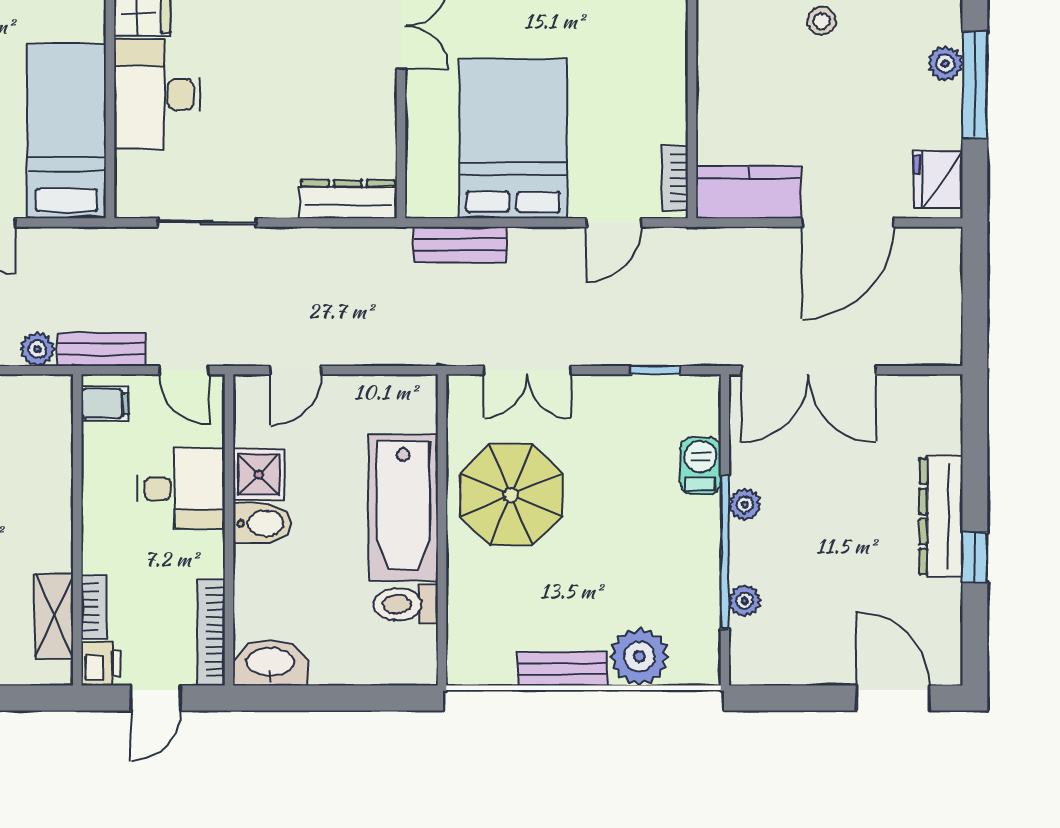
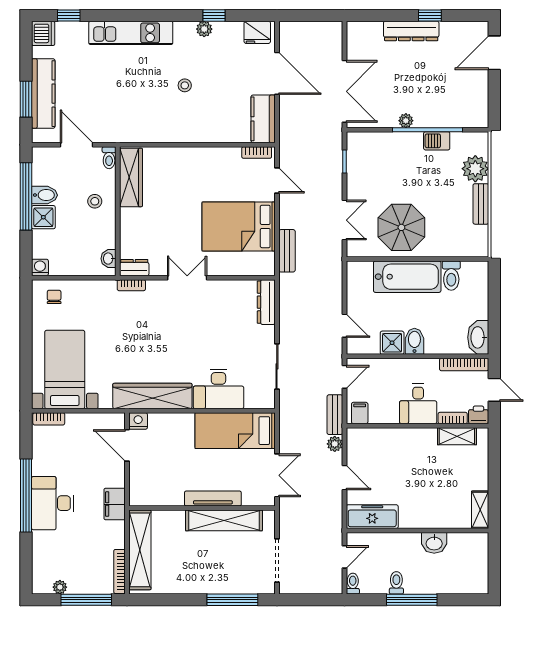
window: (975, 85) -> (214, 15), width x0.46
barbecue: (701, 466) -> (437, 141), moved
desk: (181, 489) -> (418, 404), moved, turned 180
plant: (745, 601) -> (450, 121), removed

